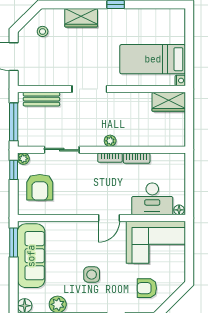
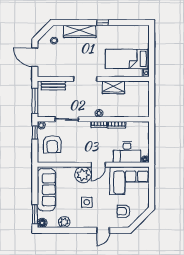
wardrobe: (81, 18) -> (80, 31), width x1.50
wardrobe: (169, 102) -> (113, 87), moved
plant: (86, 233) -> (83, 175), added
window: (14, 243) -> (35, 214), moved

